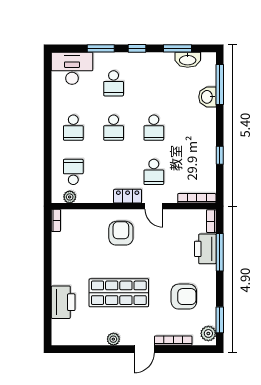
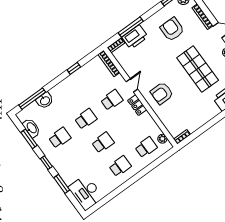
school desk: (114, 83) -> (60, 138), moved
school desk: (73, 172) -> (146, 147), turned 180

